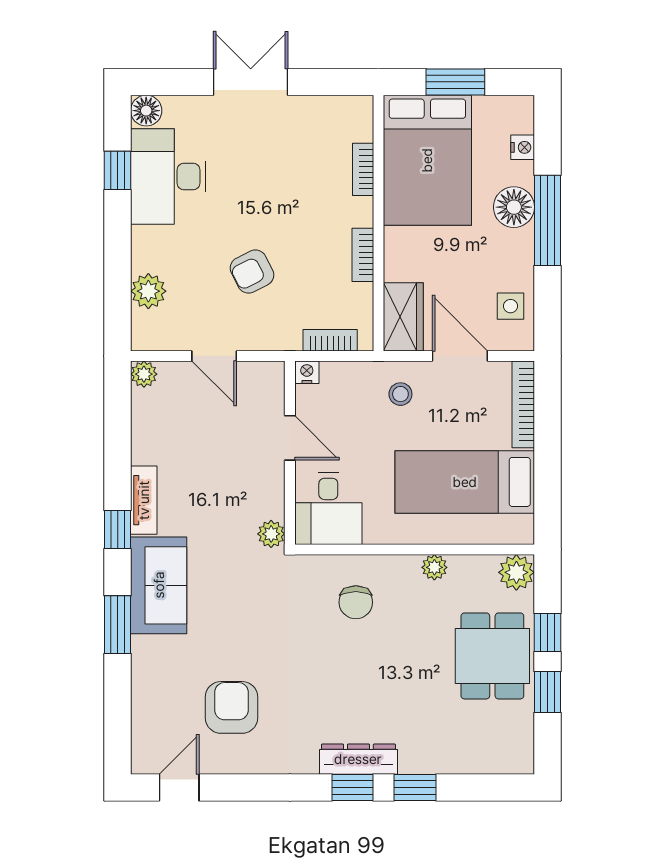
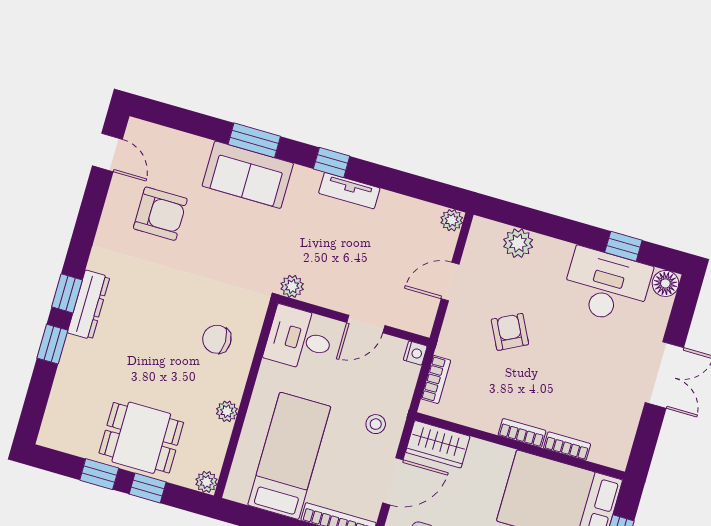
bookcase: (363, 255) -> (522, 433), moved
plant: (516, 572) -> (206, 482), width x0.73, depth x0.73
sofa: (159, 585) -> (248, 175), moved

